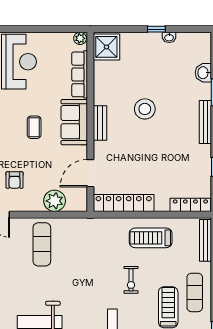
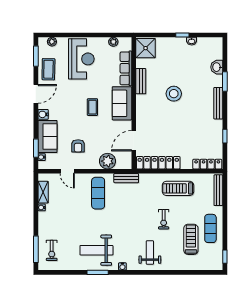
plant: (80, 38) -> (113, 42), moved
bench: (100, 123) -> (141, 81), moved
bench: (80, 224) -> (126, 178), added

